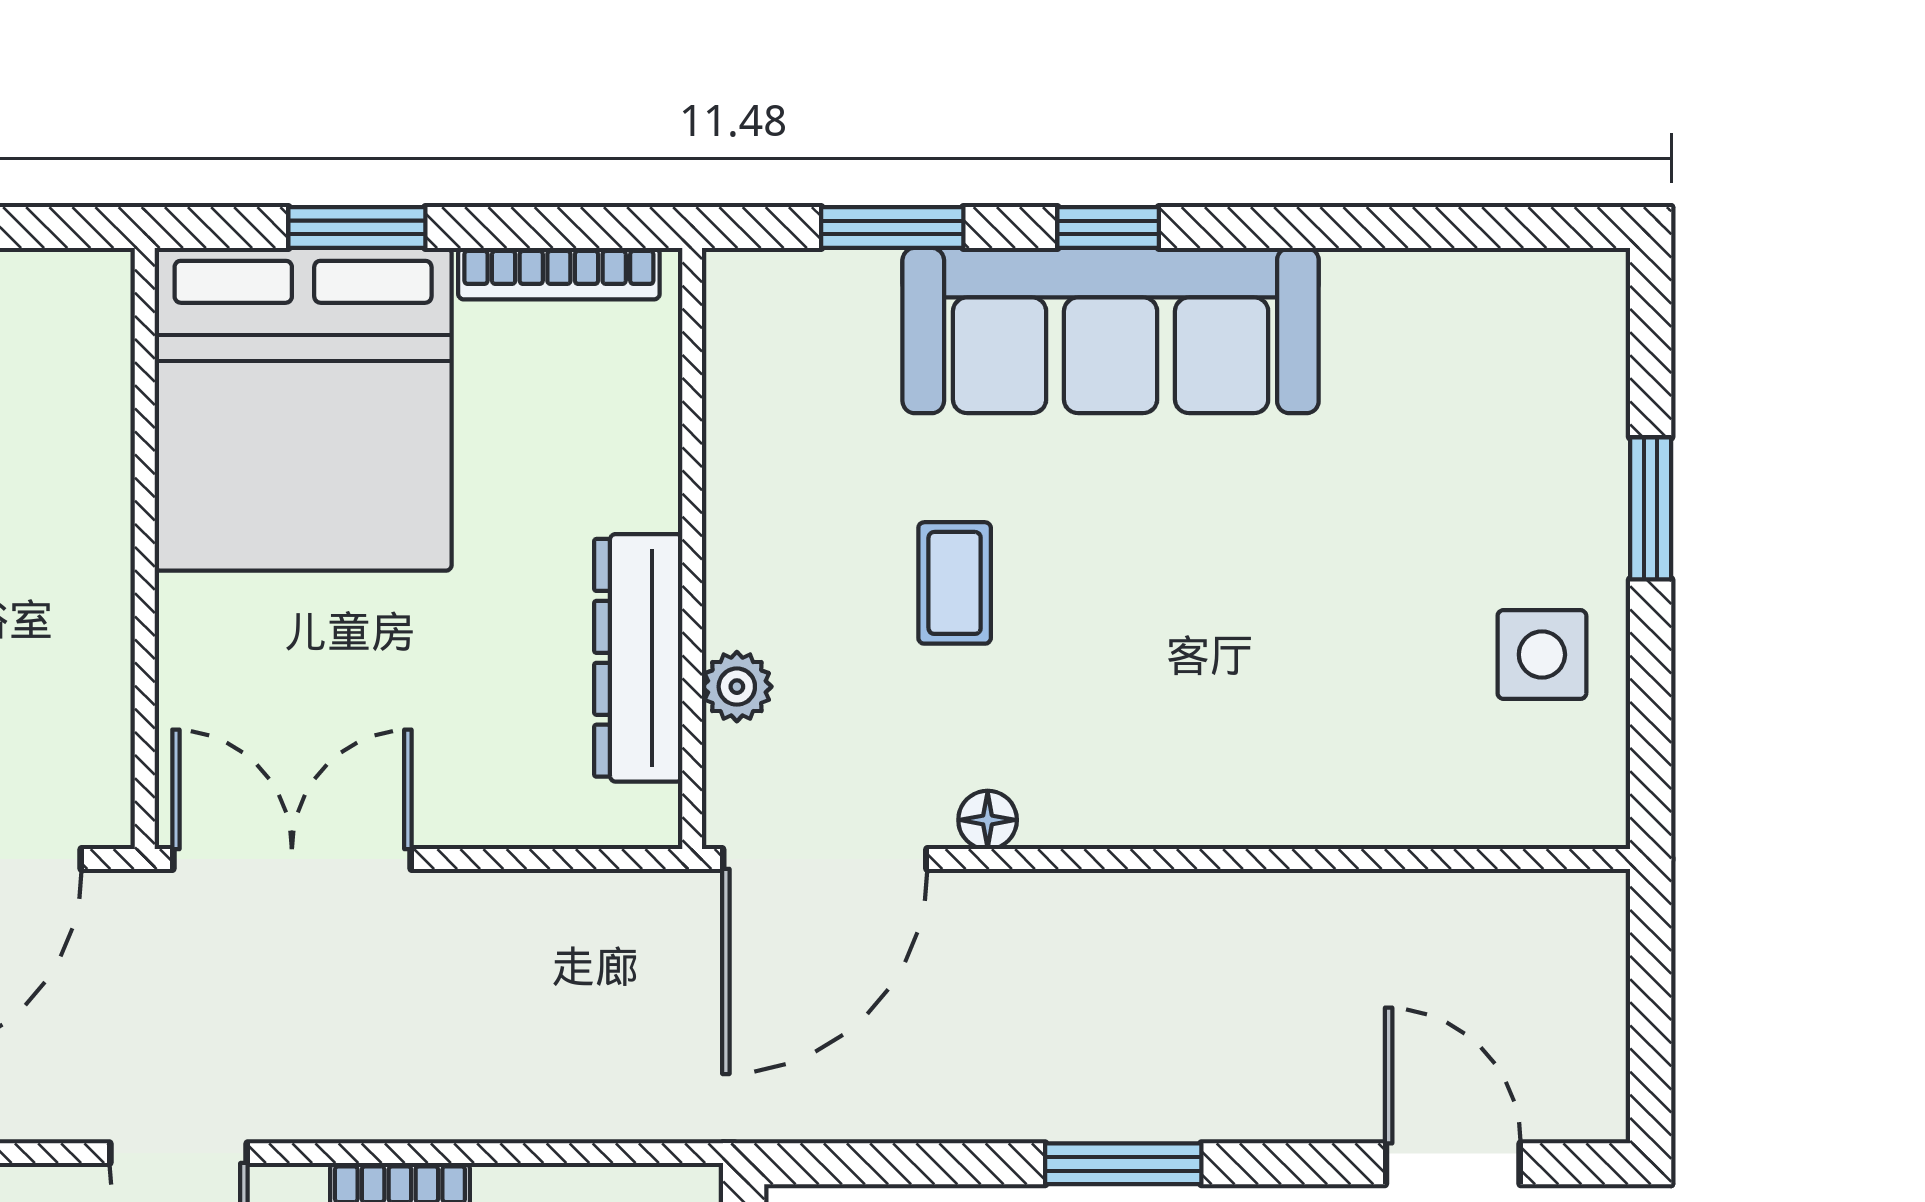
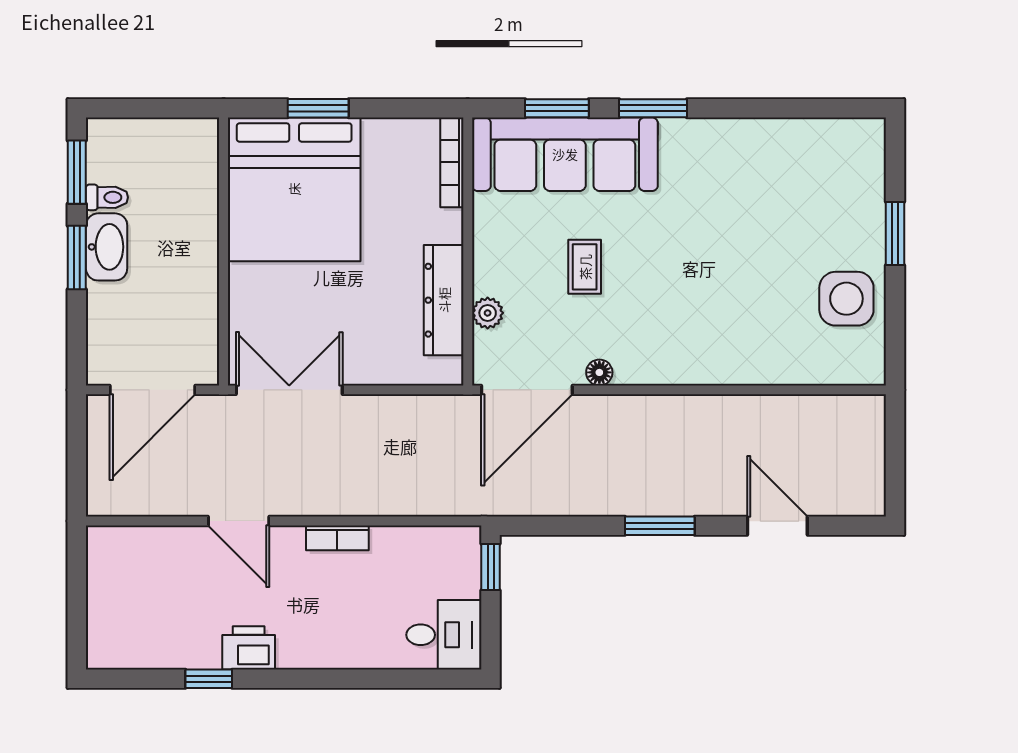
window: (1108, 227) -> (653, 108), width x1.50
bookcase: (559, 274) -> (452, 162), moved, turned 90
sofa: (1111, 331) -> (565, 154), moved
side table: (1542, 655) -> (846, 299), width x1.37, depth x1.37
door: (1453, 1164) -> (777, 526), moved

